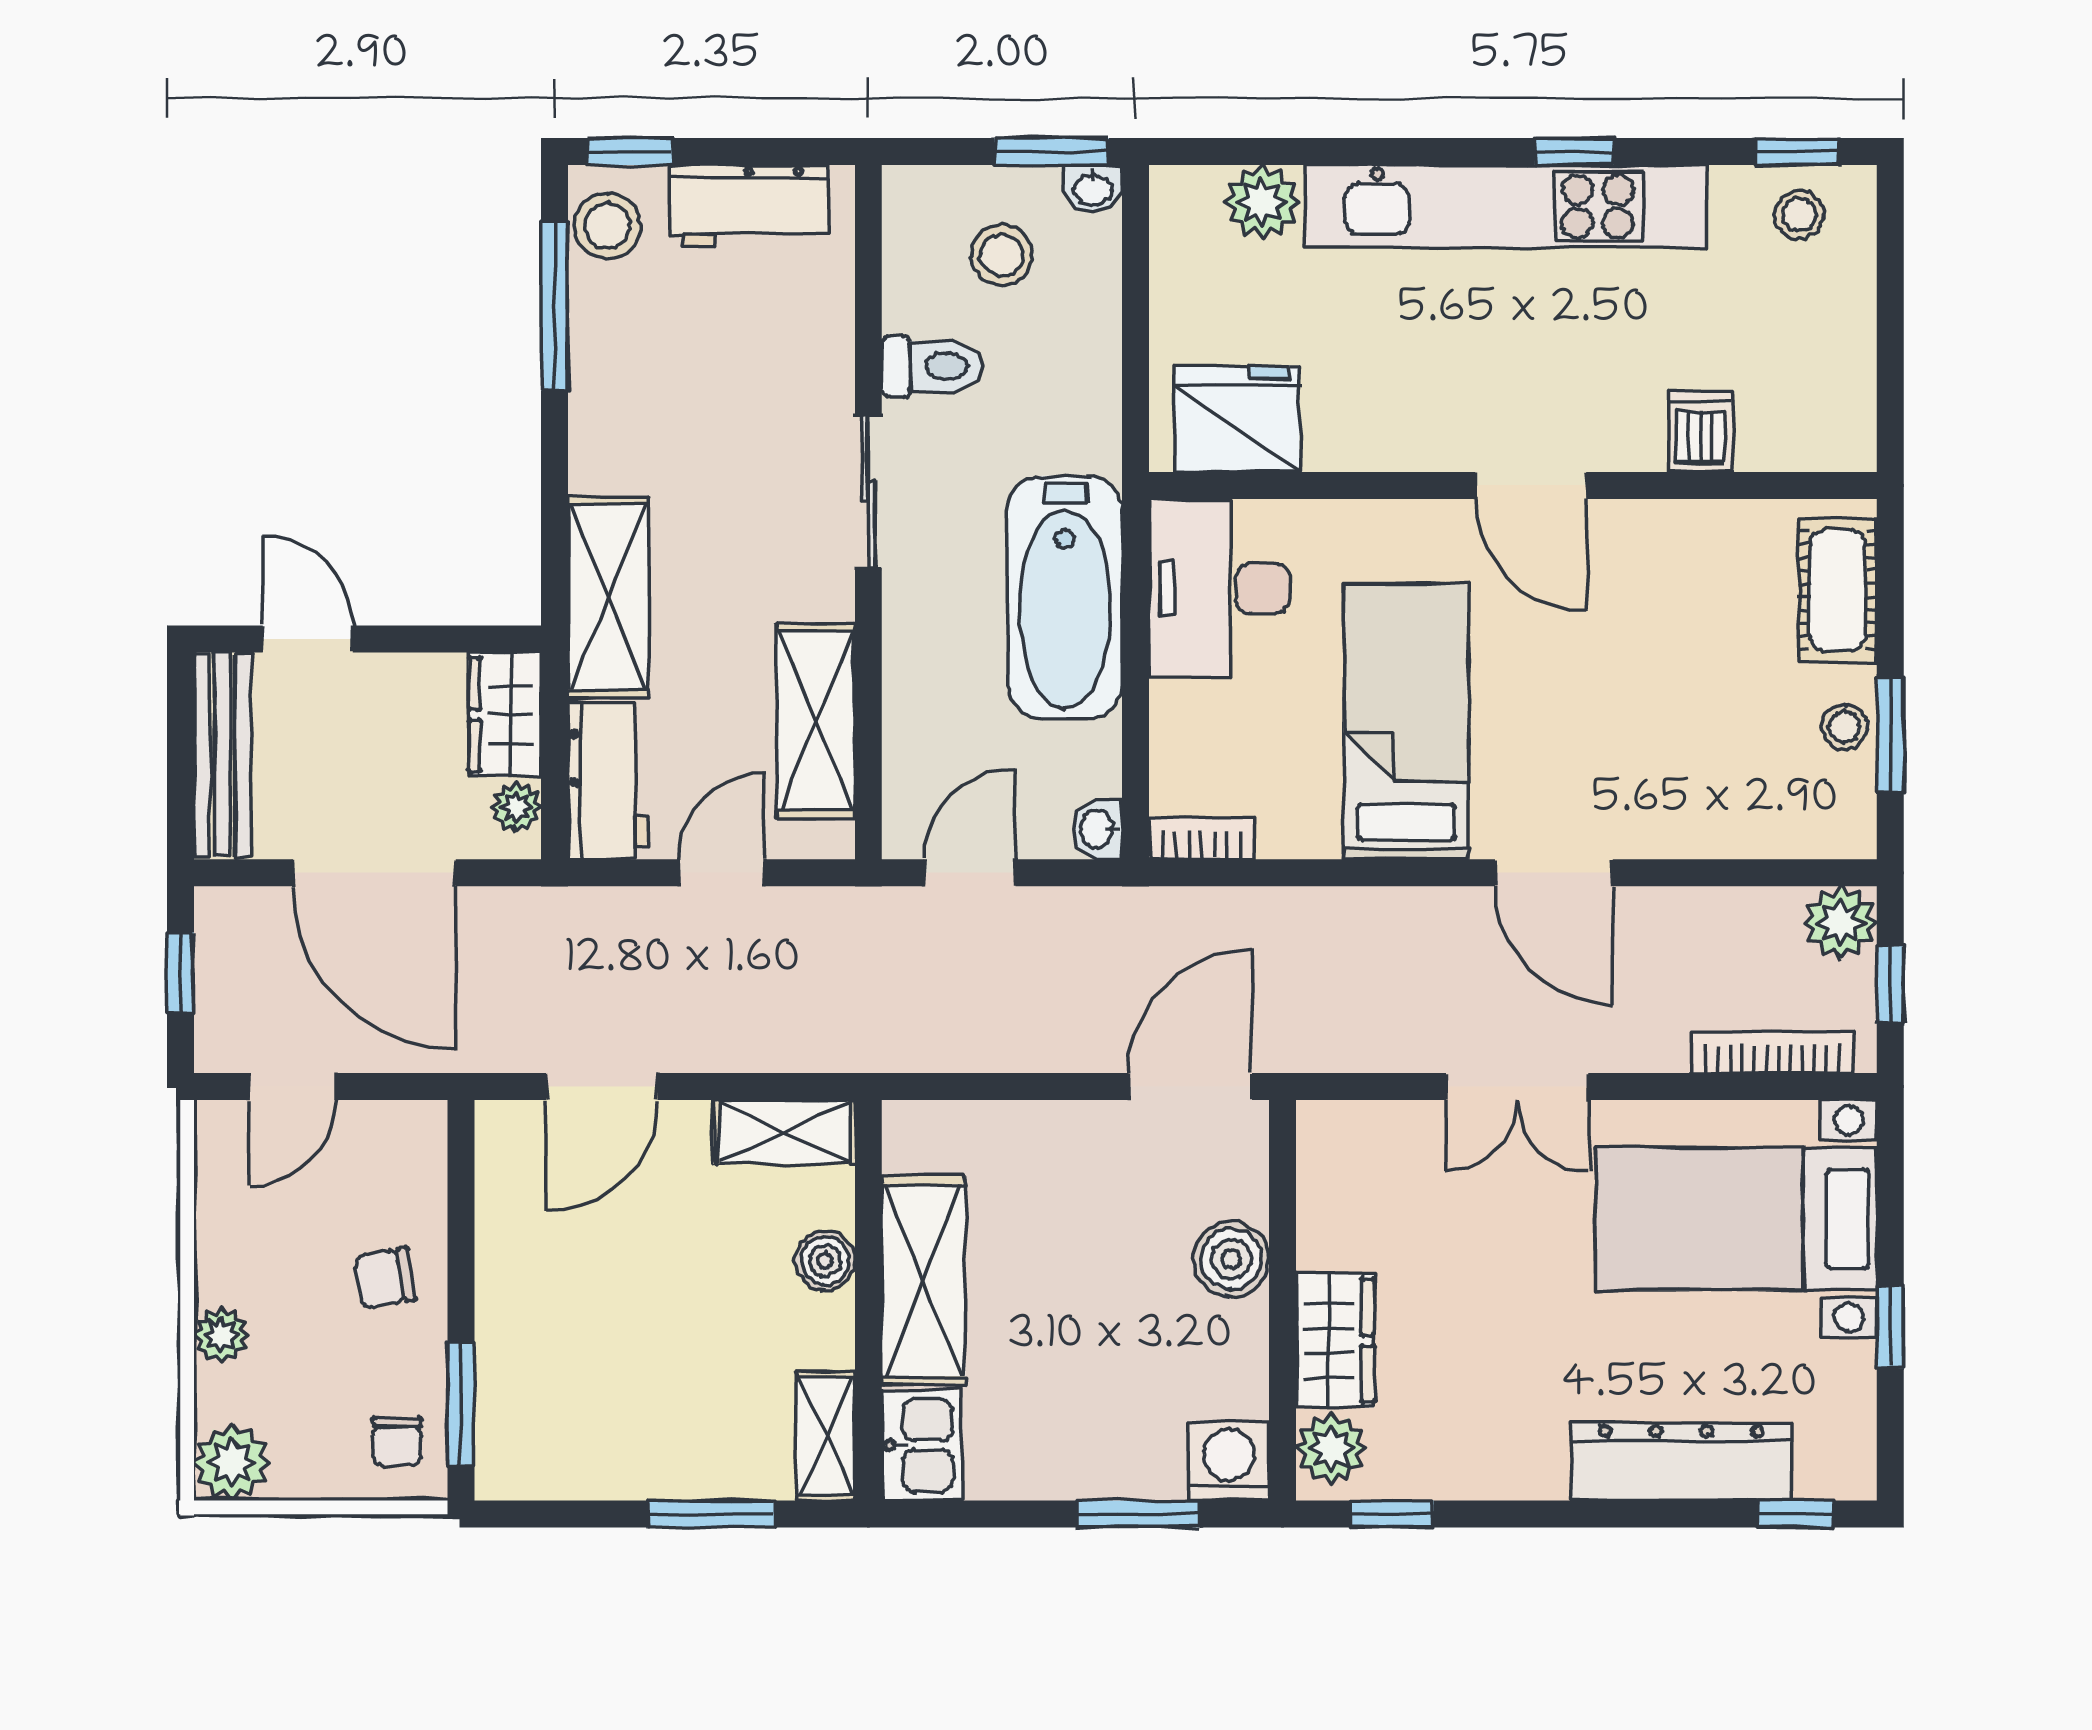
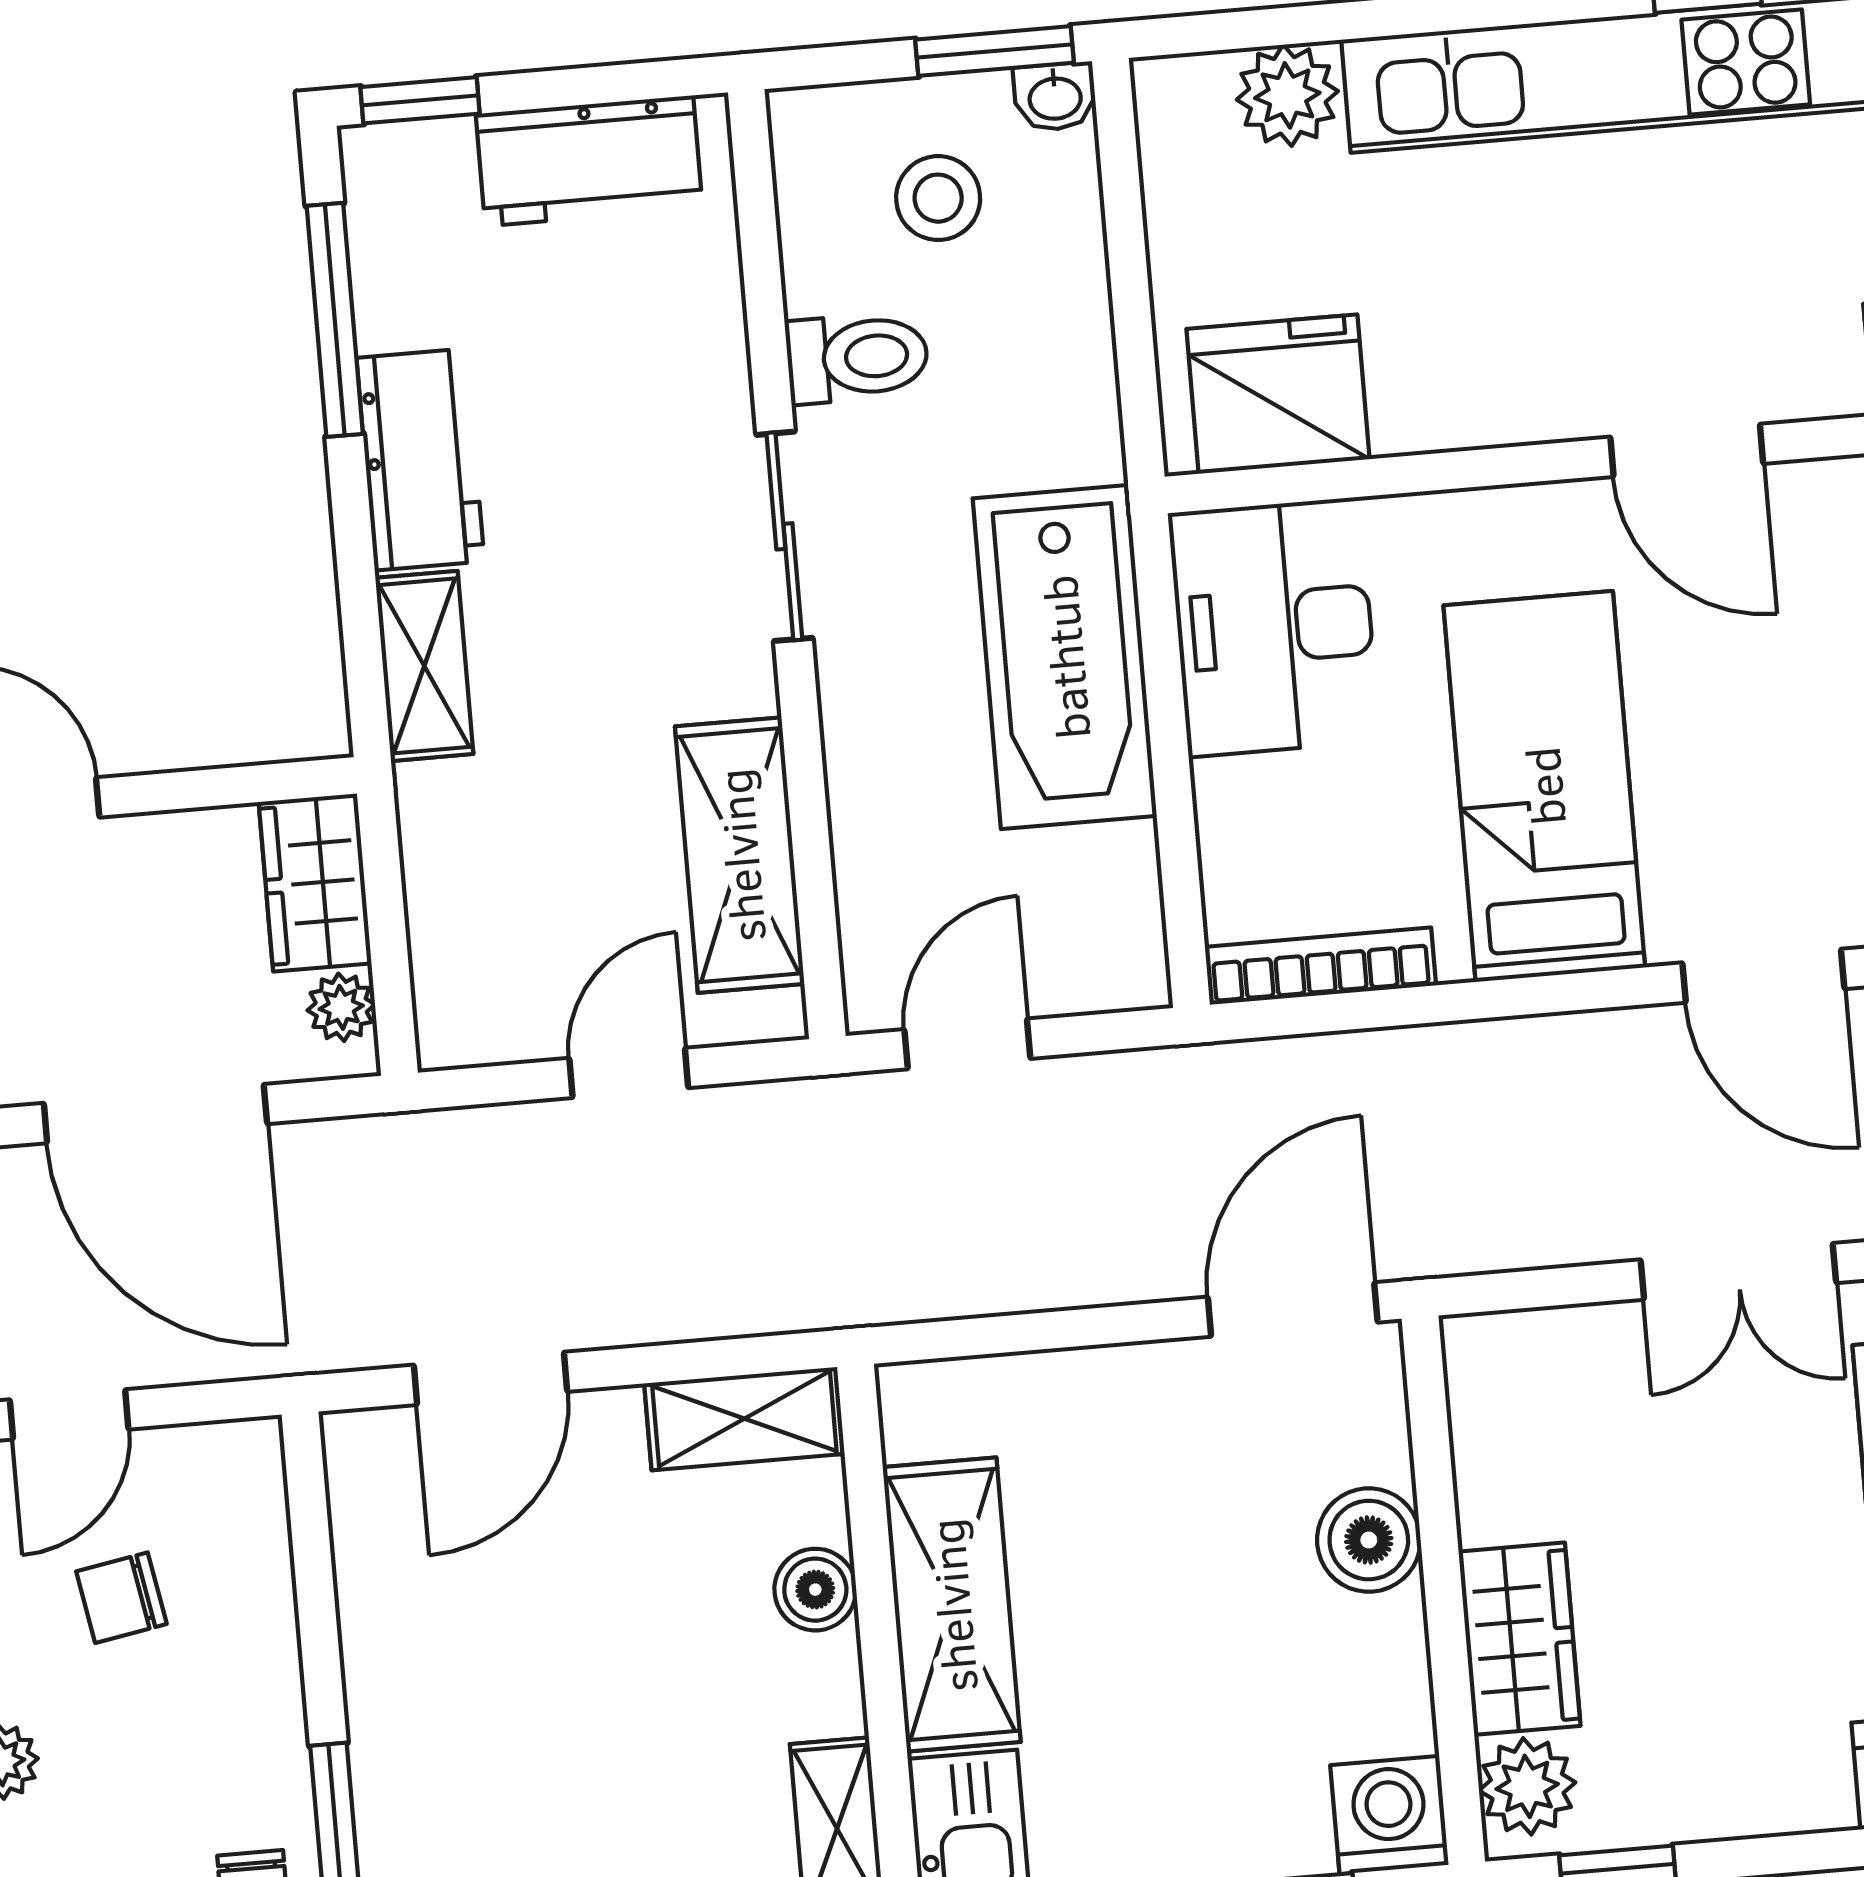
stool: (607, 226) -> (398, 204), removed
shelving: (608, 597) -> (424, 666), width x0.67, depth x0.75
workbench: (608, 781) -> (420, 460), moved
washbasin: (1098, 829) -> (1137, 970), removed
bookcase: (1202, 838) -> (1320, 966), width x1.56
chair: (385, 1278) -> (121, 1598), moved

